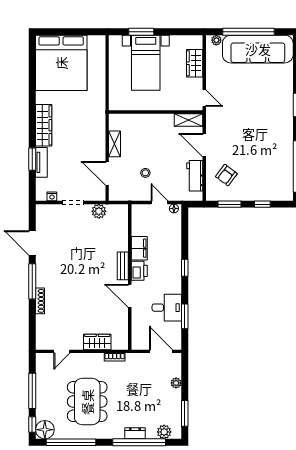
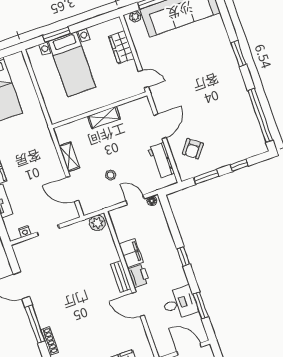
shelving: (188, 120) -> (104, 118), moved
door: (204, 145) -> (160, 126), swing flipped
plant: (99, 211) -> (97, 223), moved

